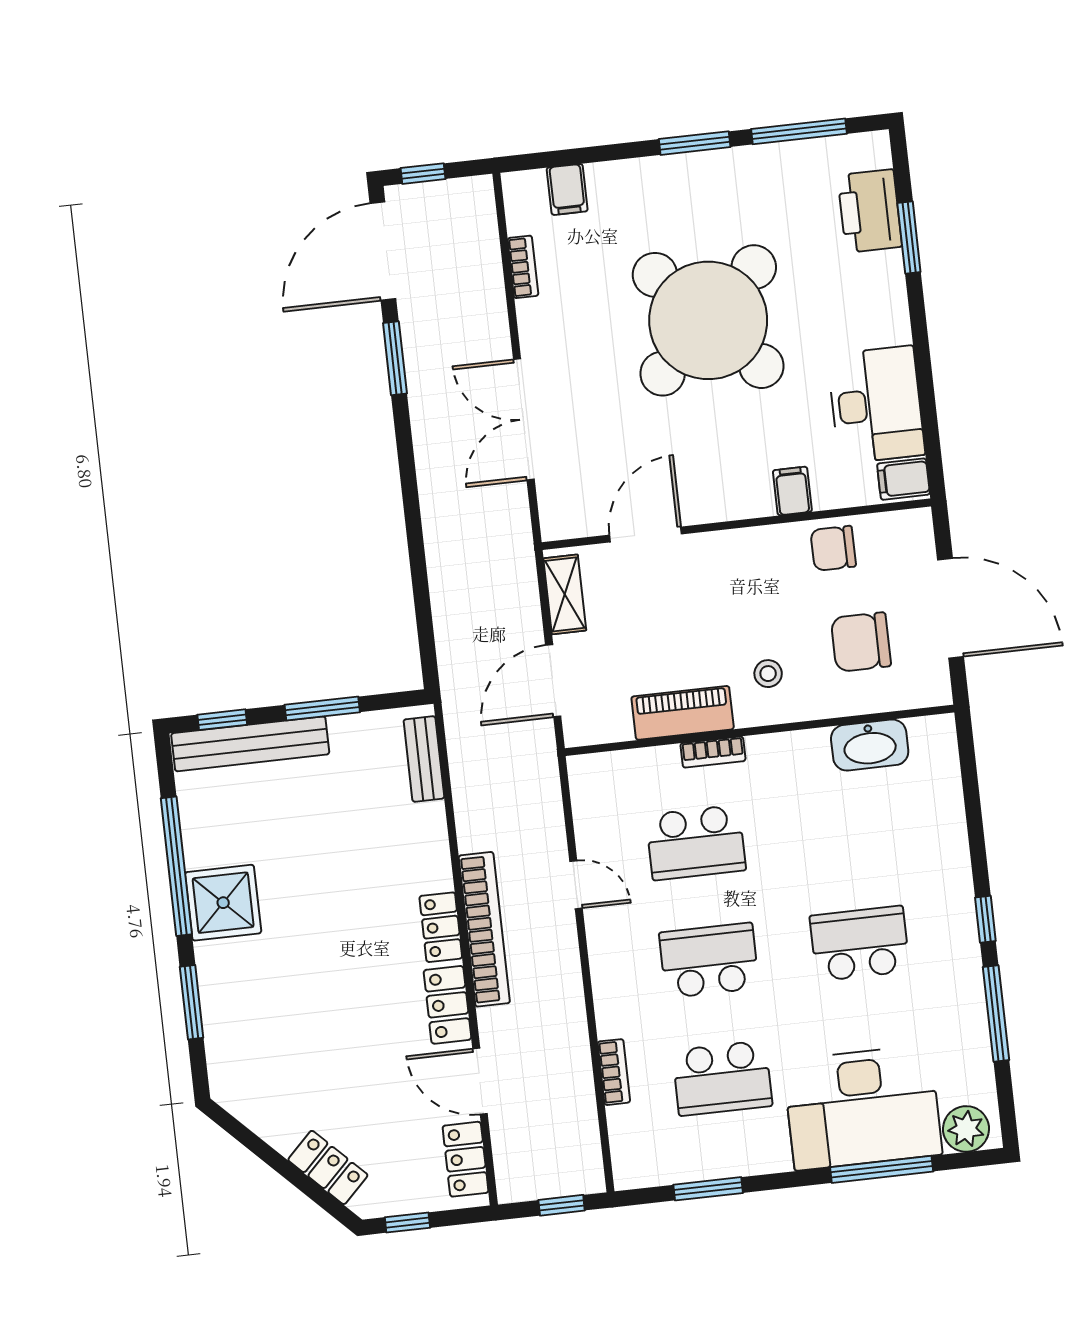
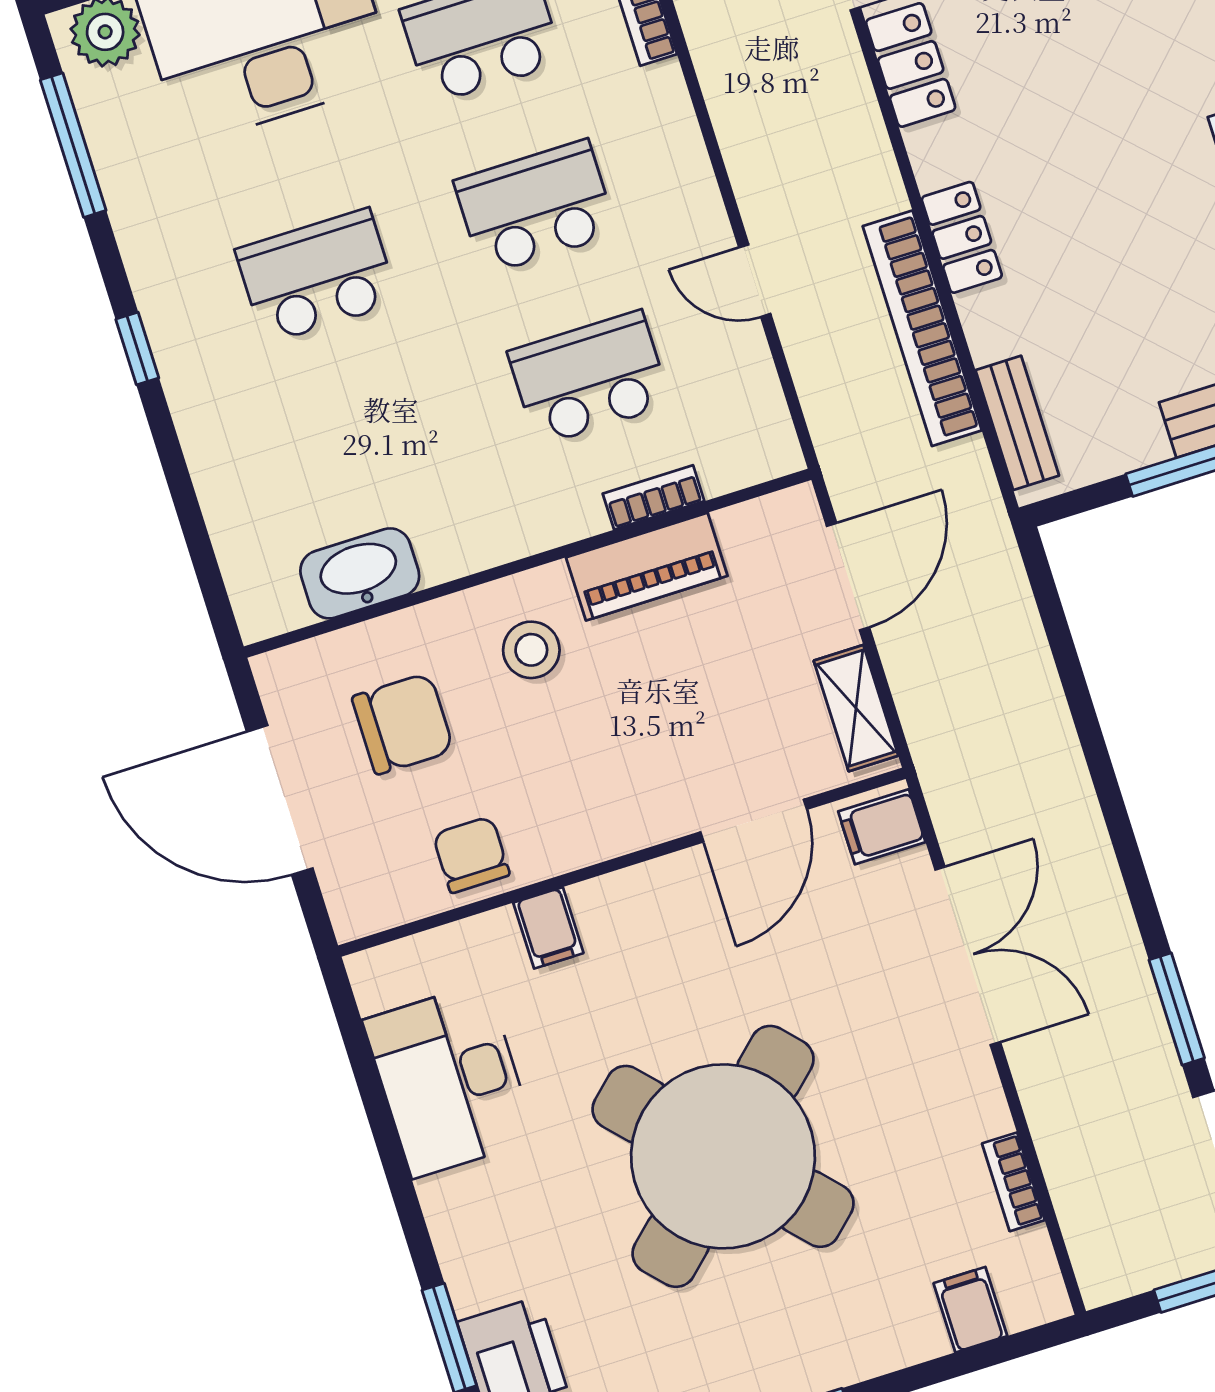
filing cabinet: (903, 479) -> (882, 827), moved, turned 180
chair: (833, 548) -> (471, 855), turned -90
stool: (768, 674) -> (531, 650), width x1.37, depth x1.37
bookcase: (713, 752) -> (654, 497), moved
locker: (441, 927) -> (962, 237), moved
bookcase: (484, 929) -> (922, 328), moved
school desk: (860, 943) -> (317, 276), turned 180
school desk: (709, 960) -> (535, 207), turned 180
window: (996, 1013) -> (73, 145), moved

